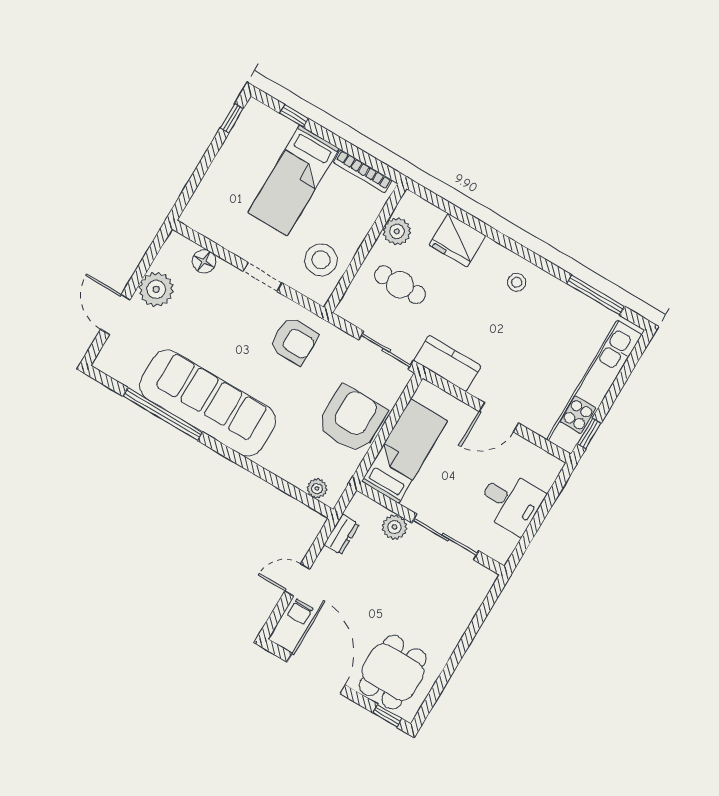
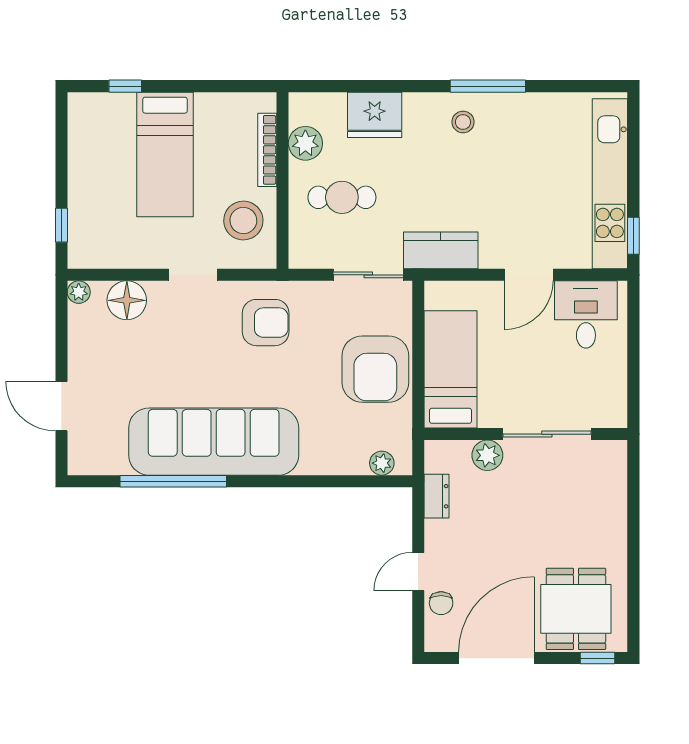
window: (232, 118) -> (61, 225), moved
bookcase: (363, 171) -> (267, 150), moved, turned 90
floor lamp: (204, 261) -> (127, 300), width x1.38, depth x1.38
plant: (156, 289) -> (79, 292), moved, width x0.53, depth x0.53
window: (596, 295) -> (488, 86), moved
armchair: (352, 420) -> (375, 369), turned 180
desk: (511, 502) -> (586, 314), moved, turned -90
door: (316, 674) -> (496, 658), hinge flipped

